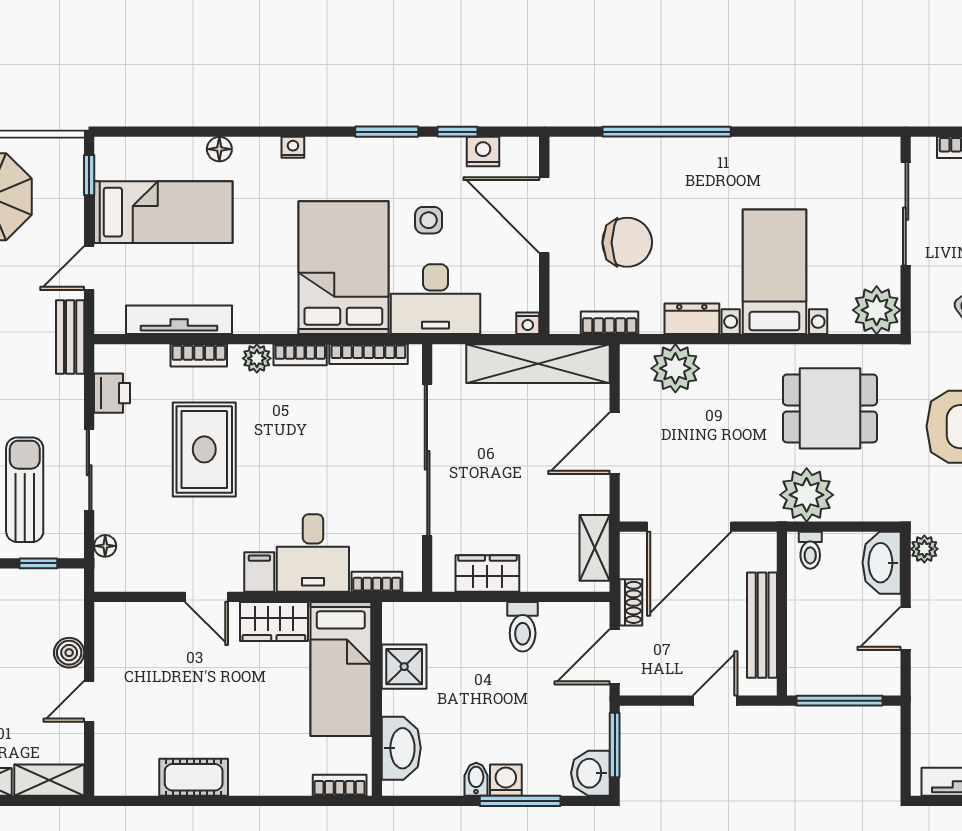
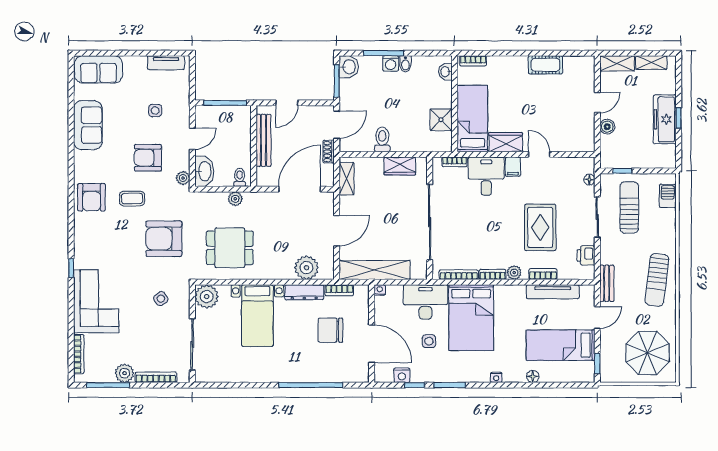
dresser: (692, 319) -> (304, 292), width x1.44
sun lounger: (25, 490) -> (629, 207), turned 180
plant: (807, 495) -> (235, 199), width x0.53, depth x0.53
washbasin: (401, 748) -> (445, 72), width x0.52, depth x0.69

